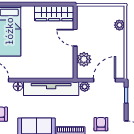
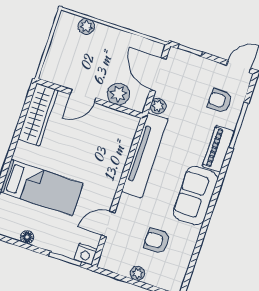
floor lamp: (18, 86) -> (125, 202), removed

